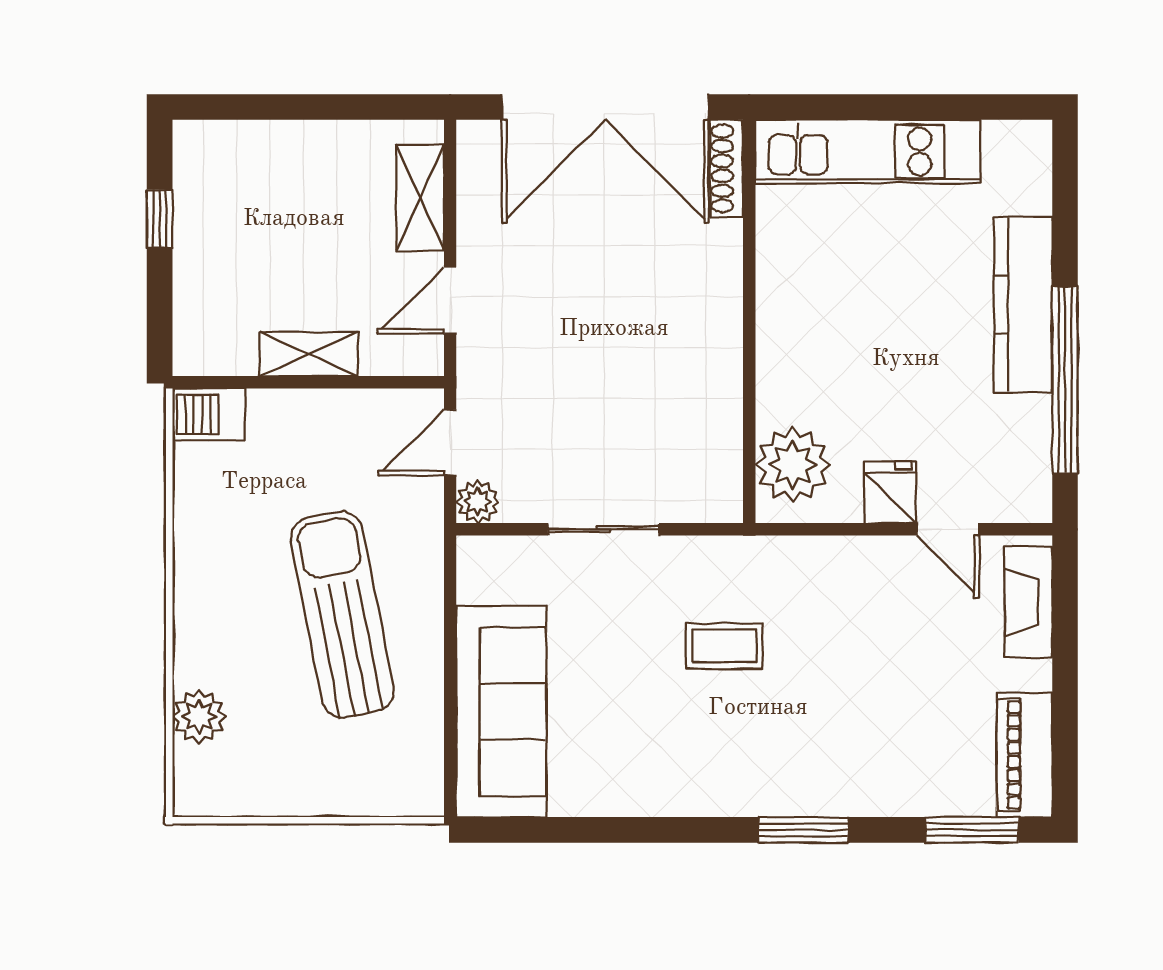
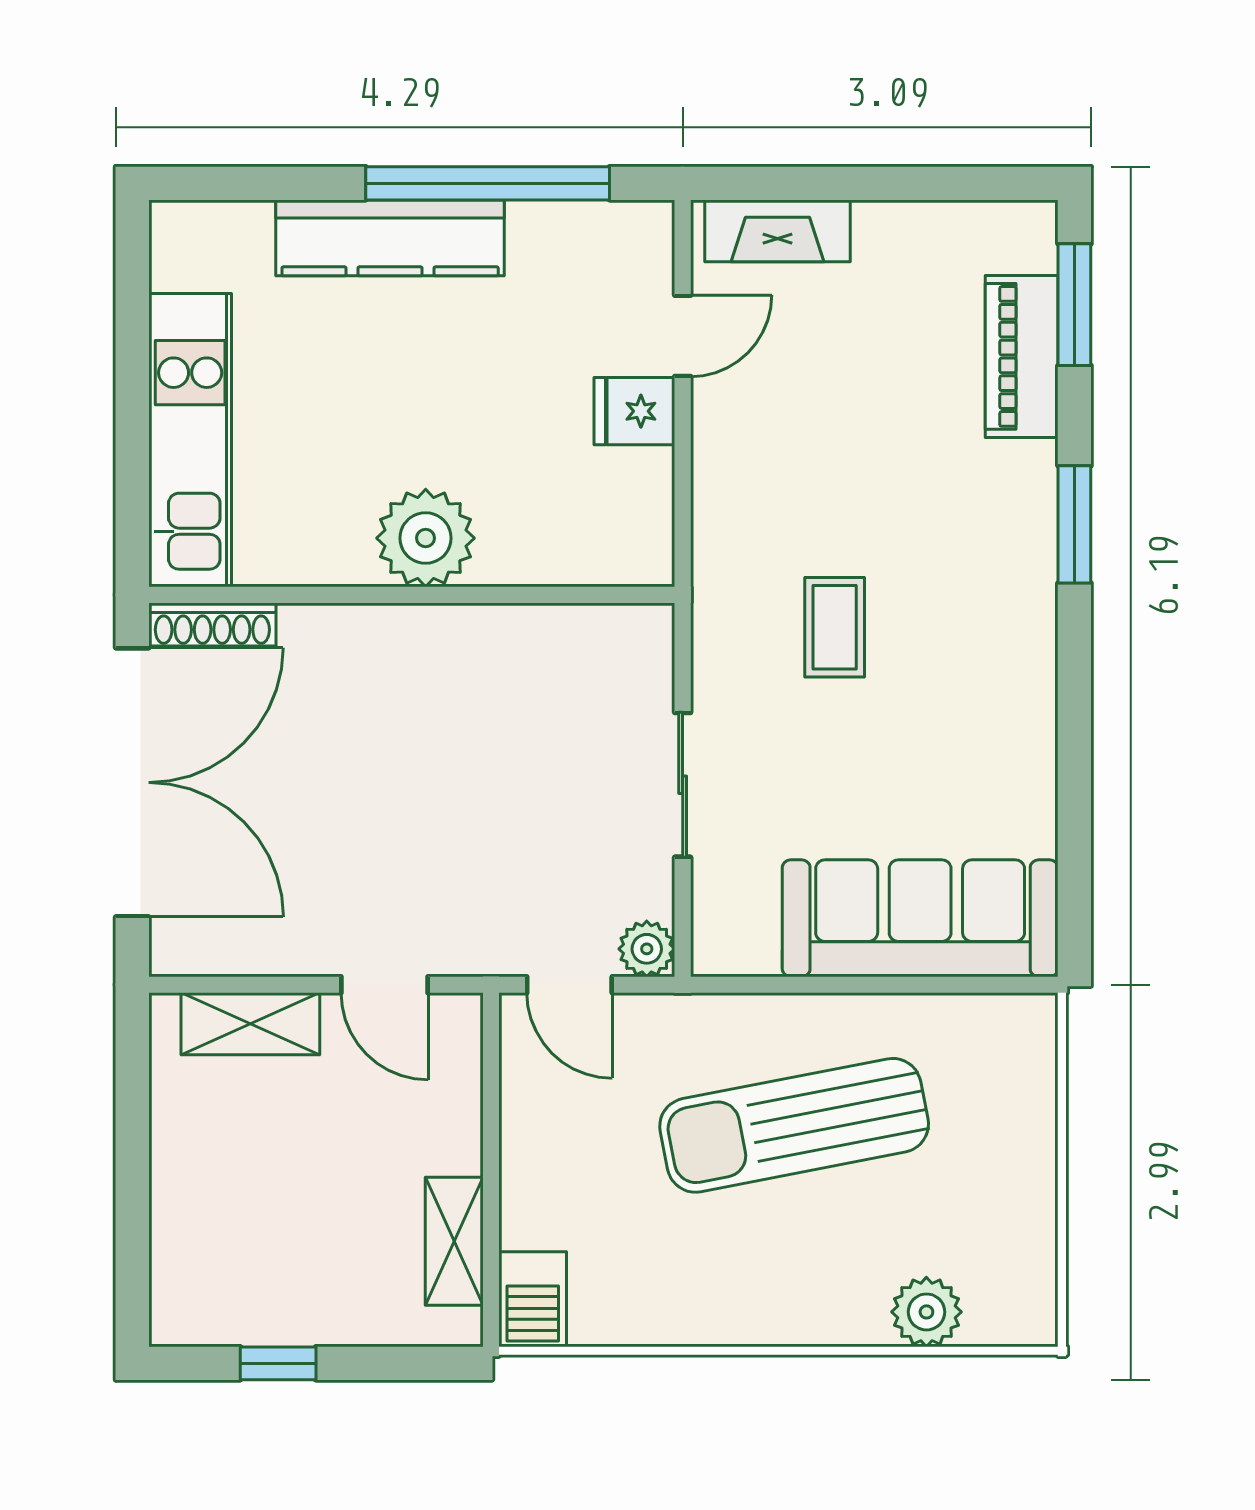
shelving: (309, 354) -> (454, 1241), moved
plant: (793, 465) -> (426, 538), moved
piano: (1024, 755) -> (1022, 356), moved, turned 90

